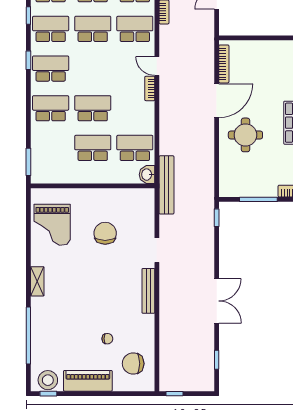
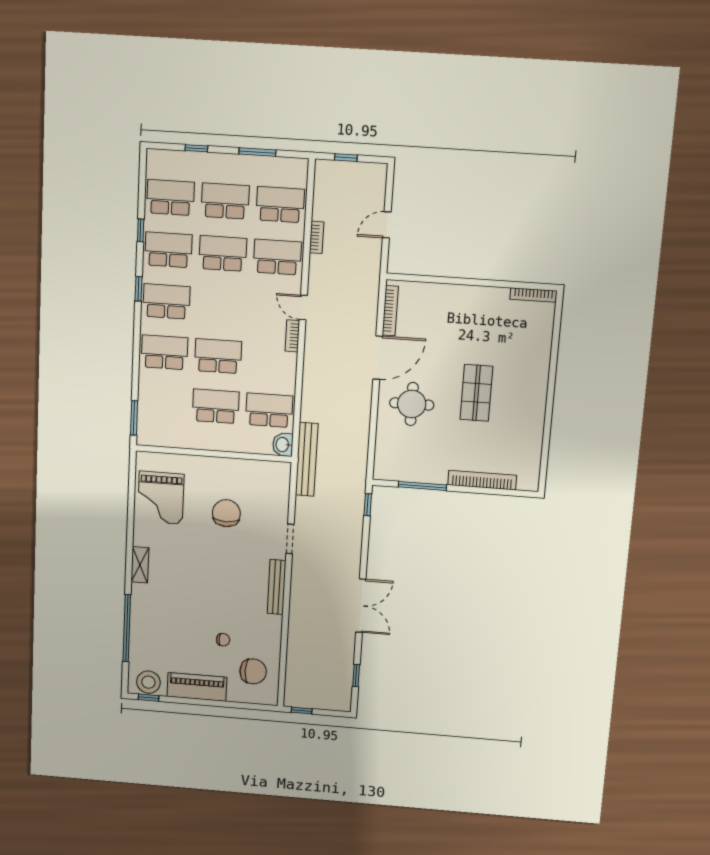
chair: (133, 364) -> (253, 671), turned 180

